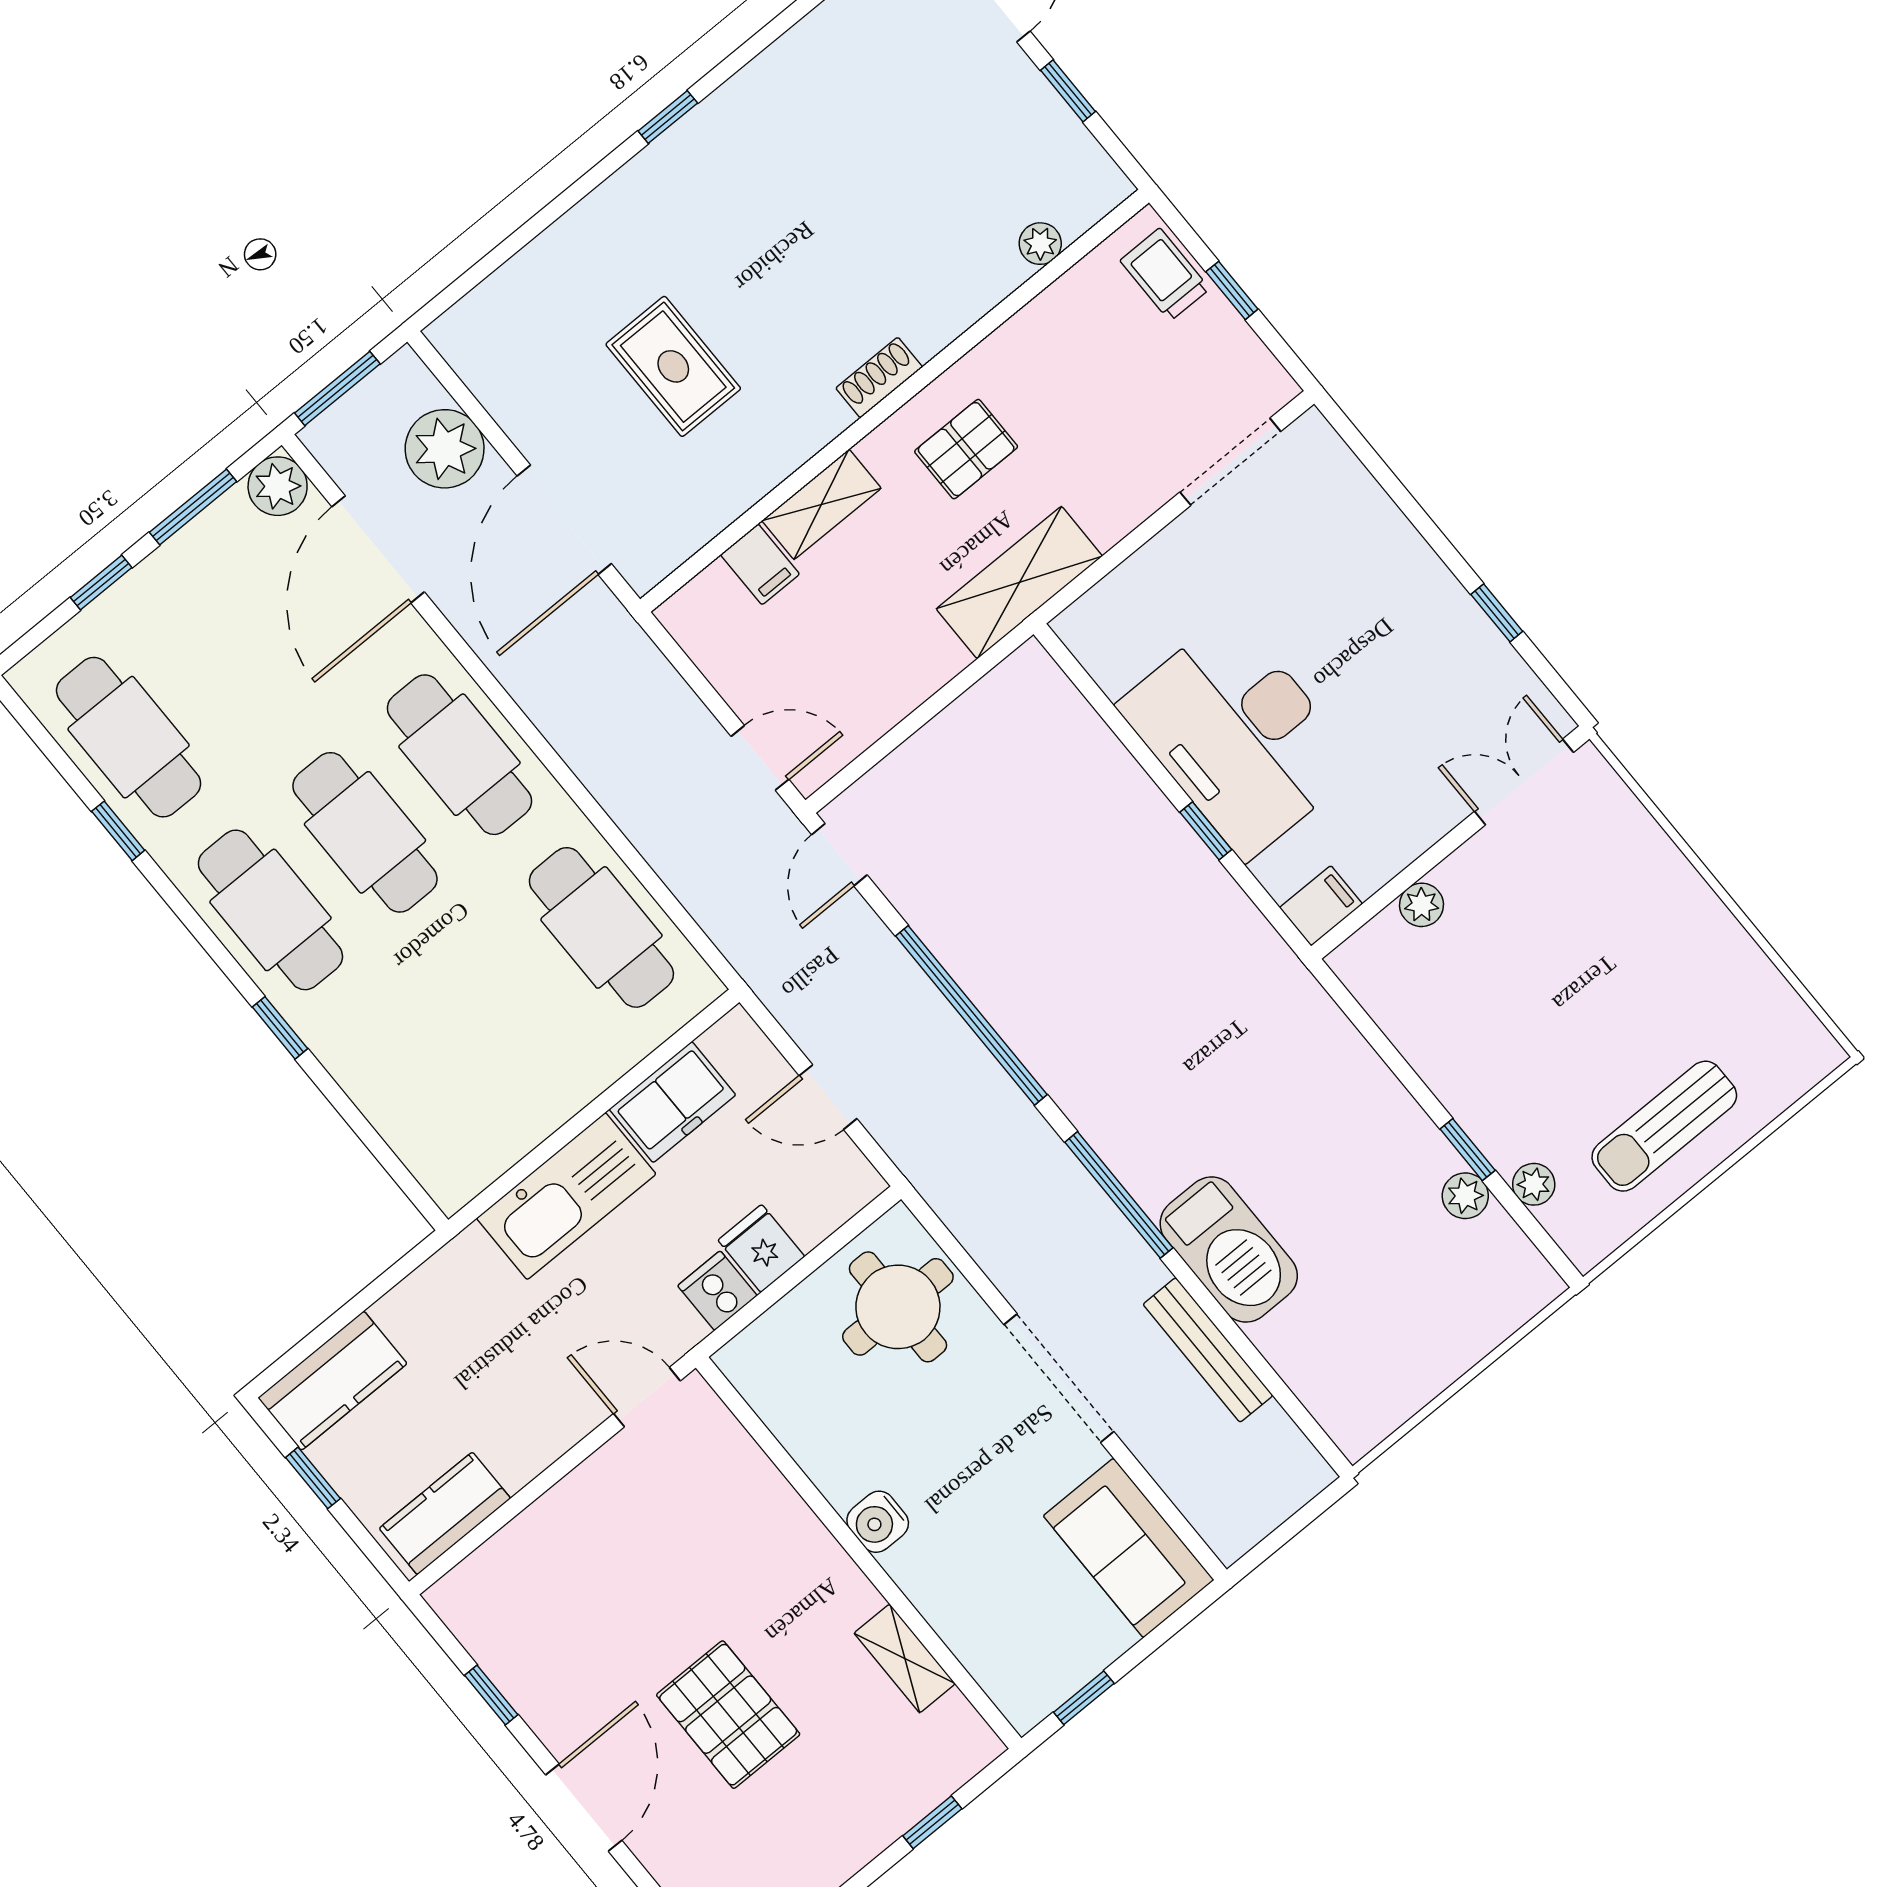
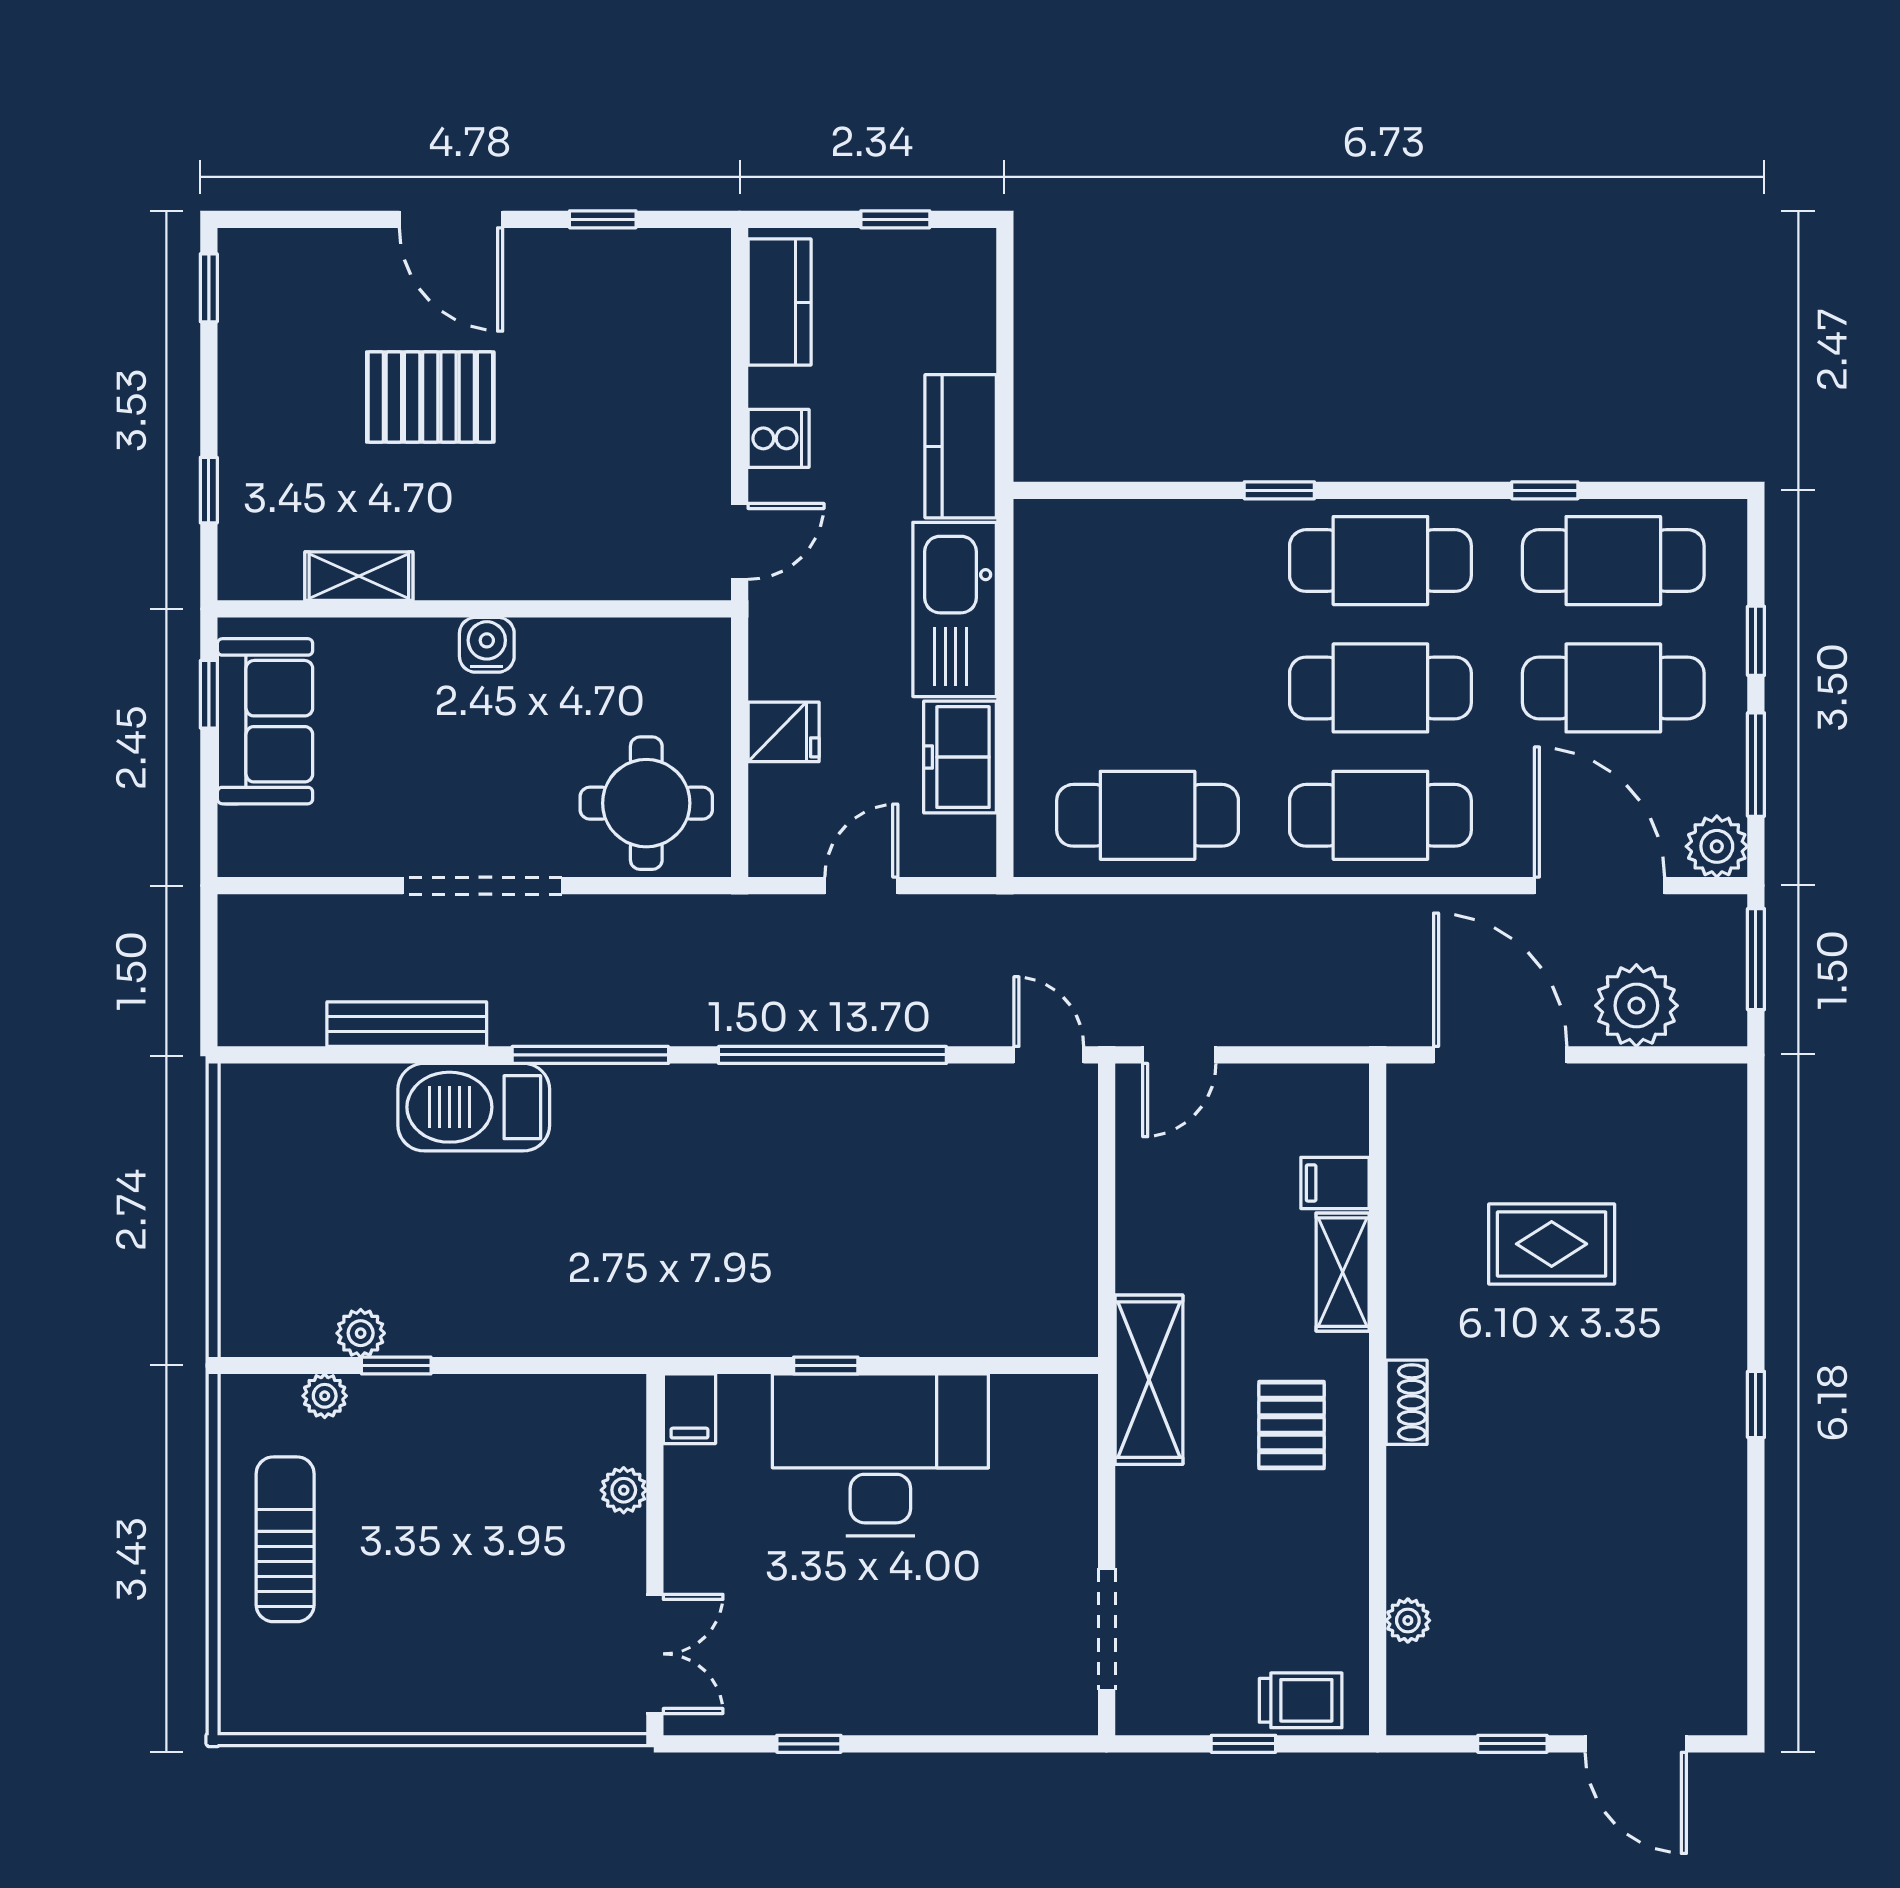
cafe table: (223, 660) -> (1613, 688), added
cooker: (717, 1291) -> (779, 438), moved
kitchen counter: (332, 1381) -> (961, 446), moved
sofa: (1129, 1548) -> (265, 721), moved, turned 90

